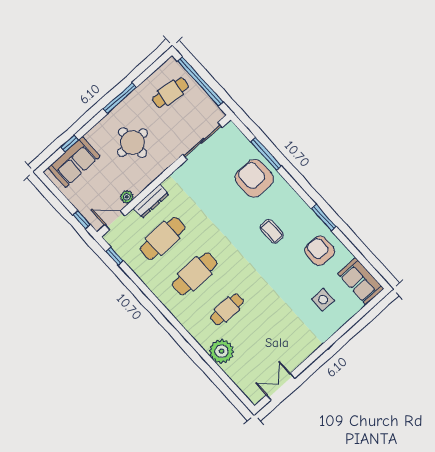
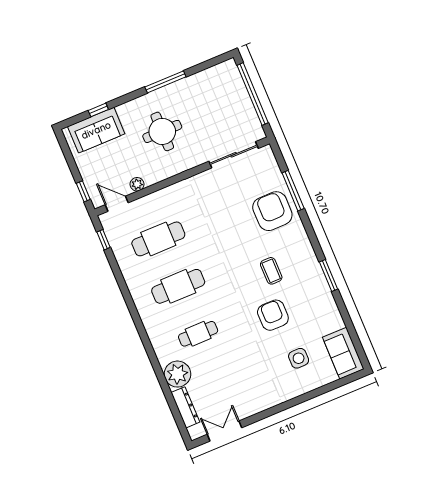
cafe table: (170, 93) -> (218, 95), removed
dresser: (151, 201) -> (185, 407), moved, turned -90
armchair: (320, 251) -> (273, 315), moved

